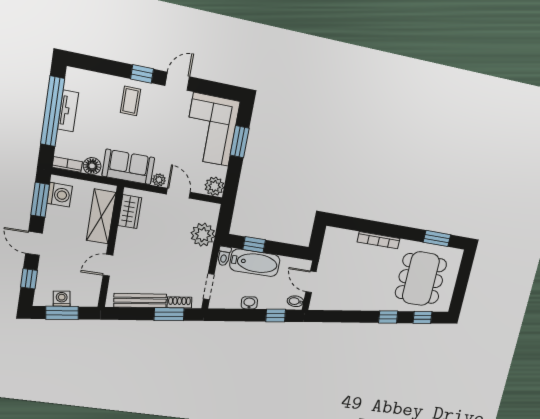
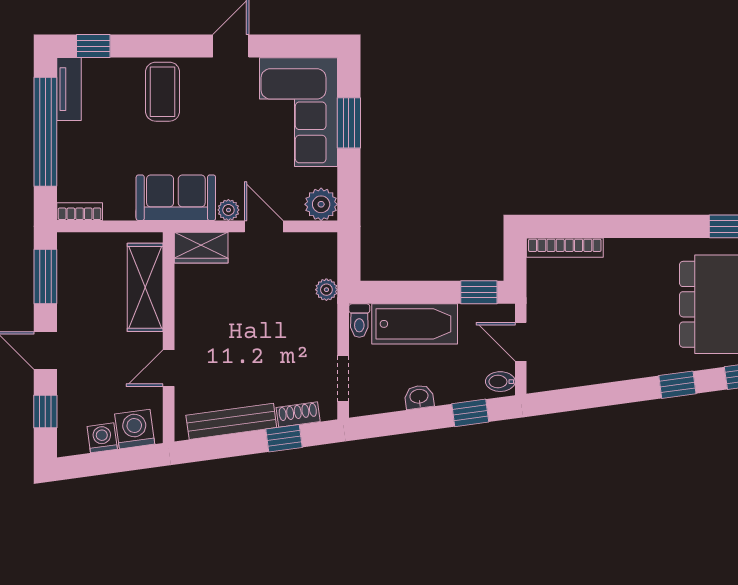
window: (142, 74) -> (93, 46), moved
coffee table: (130, 101) -> (163, 92), width x1.36, depth x1.30
tv unit: (68, 111) -> (69, 89), moved
floor lamp: (92, 166) -> (118, 207), removed
washing machine: (60, 195) -> (135, 429), moved, turned -98
wardrobe: (130, 212) -> (201, 248), moved, turned 90
plant: (203, 235) -> (326, 290), width x0.53, depth x0.53
bookcase: (379, 240) -> (565, 248), moved
window: (254, 245) -> (479, 292), moved
window: (62, 313) -> (106, 462), removed
window: (169, 314) -> (284, 438), width x0.67

